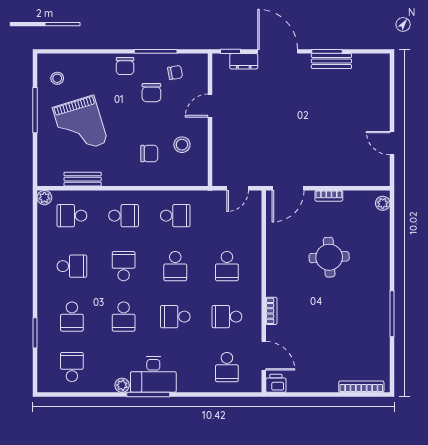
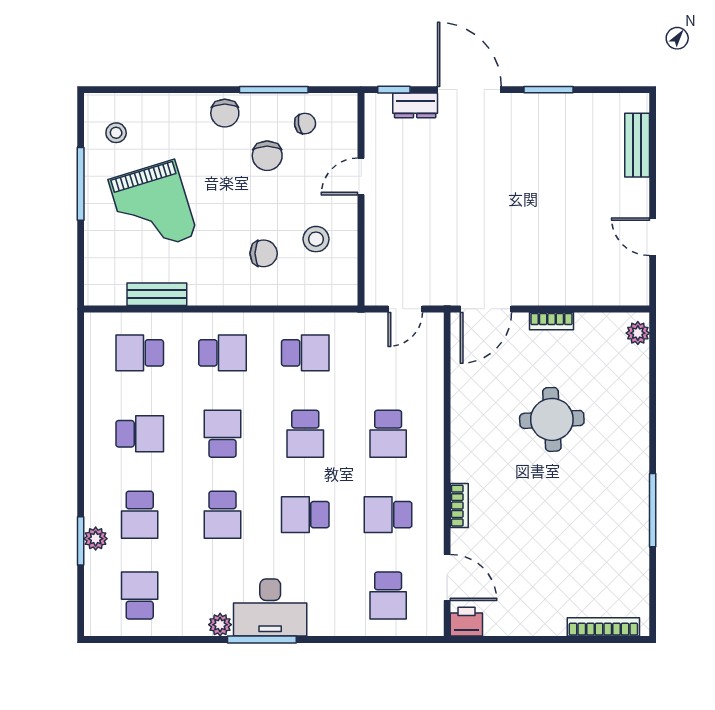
bench: (331, 61) -> (637, 145), moved, turned 90
plant: (44, 198) -> (96, 539), moved

